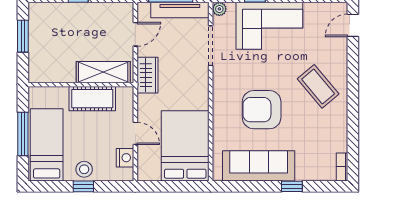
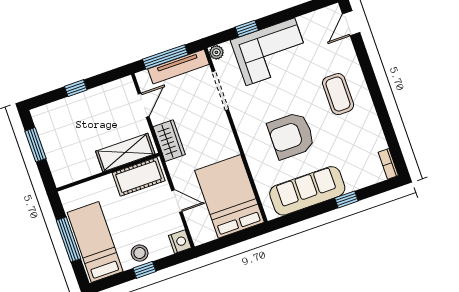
coffee table: (318, 86) -> (338, 94), turned 40
cot: (92, 99) -> (139, 177), moved
nightstand: (125, 158) -> (180, 242), moved

